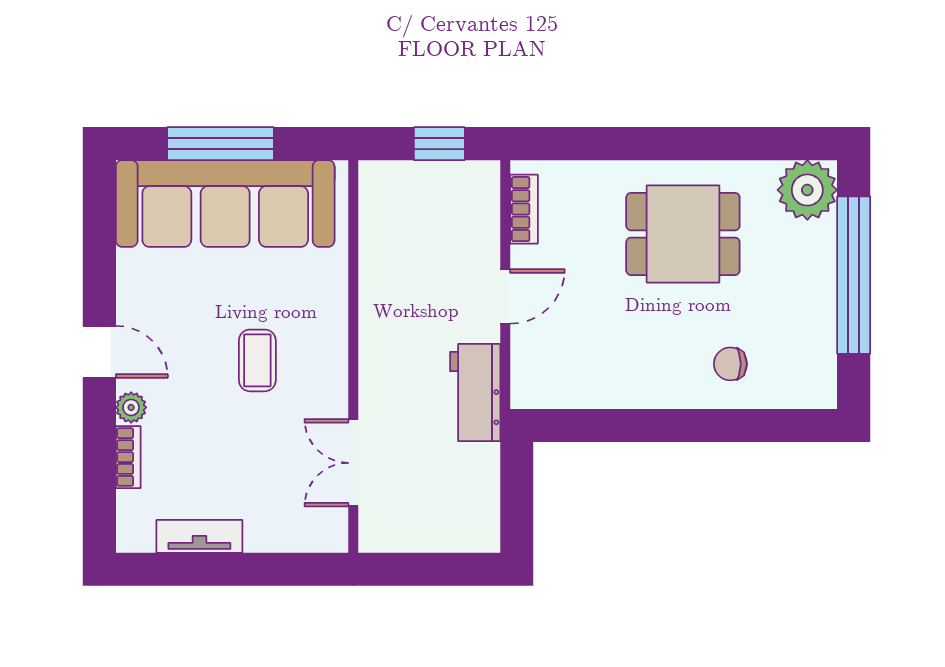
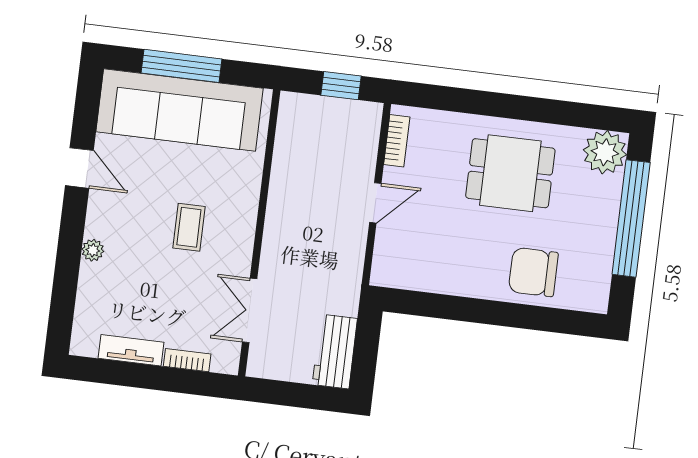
door: (99, 352) -> (79, 168), moved
chair: (730, 364) -> (533, 272), width x1.87, depth x1.87
workbench: (475, 393) -> (335, 351), moved
bookcase: (128, 457) -> (187, 360), moved, turned -90

